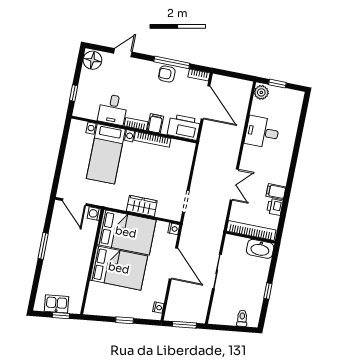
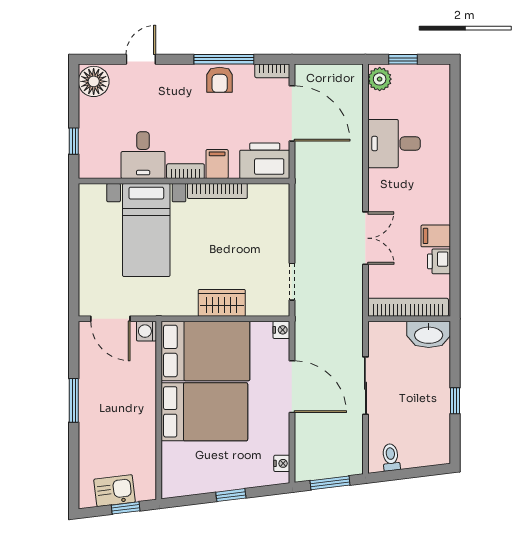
armchair: (167, 74) -> (220, 80), turned -90
toilet: (242, 318) -> (391, 457), moved

